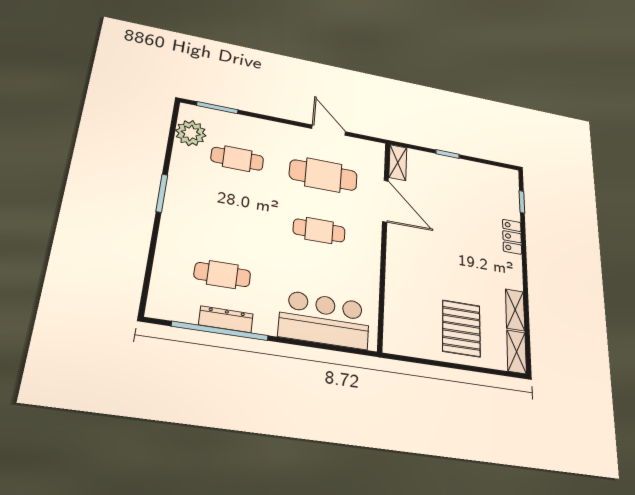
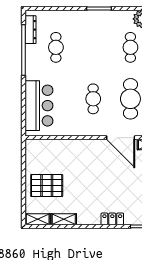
door: (385, 201) -> (121, 138), hinge flipped
dresser: (226, 319) -> (30, 30), moved

